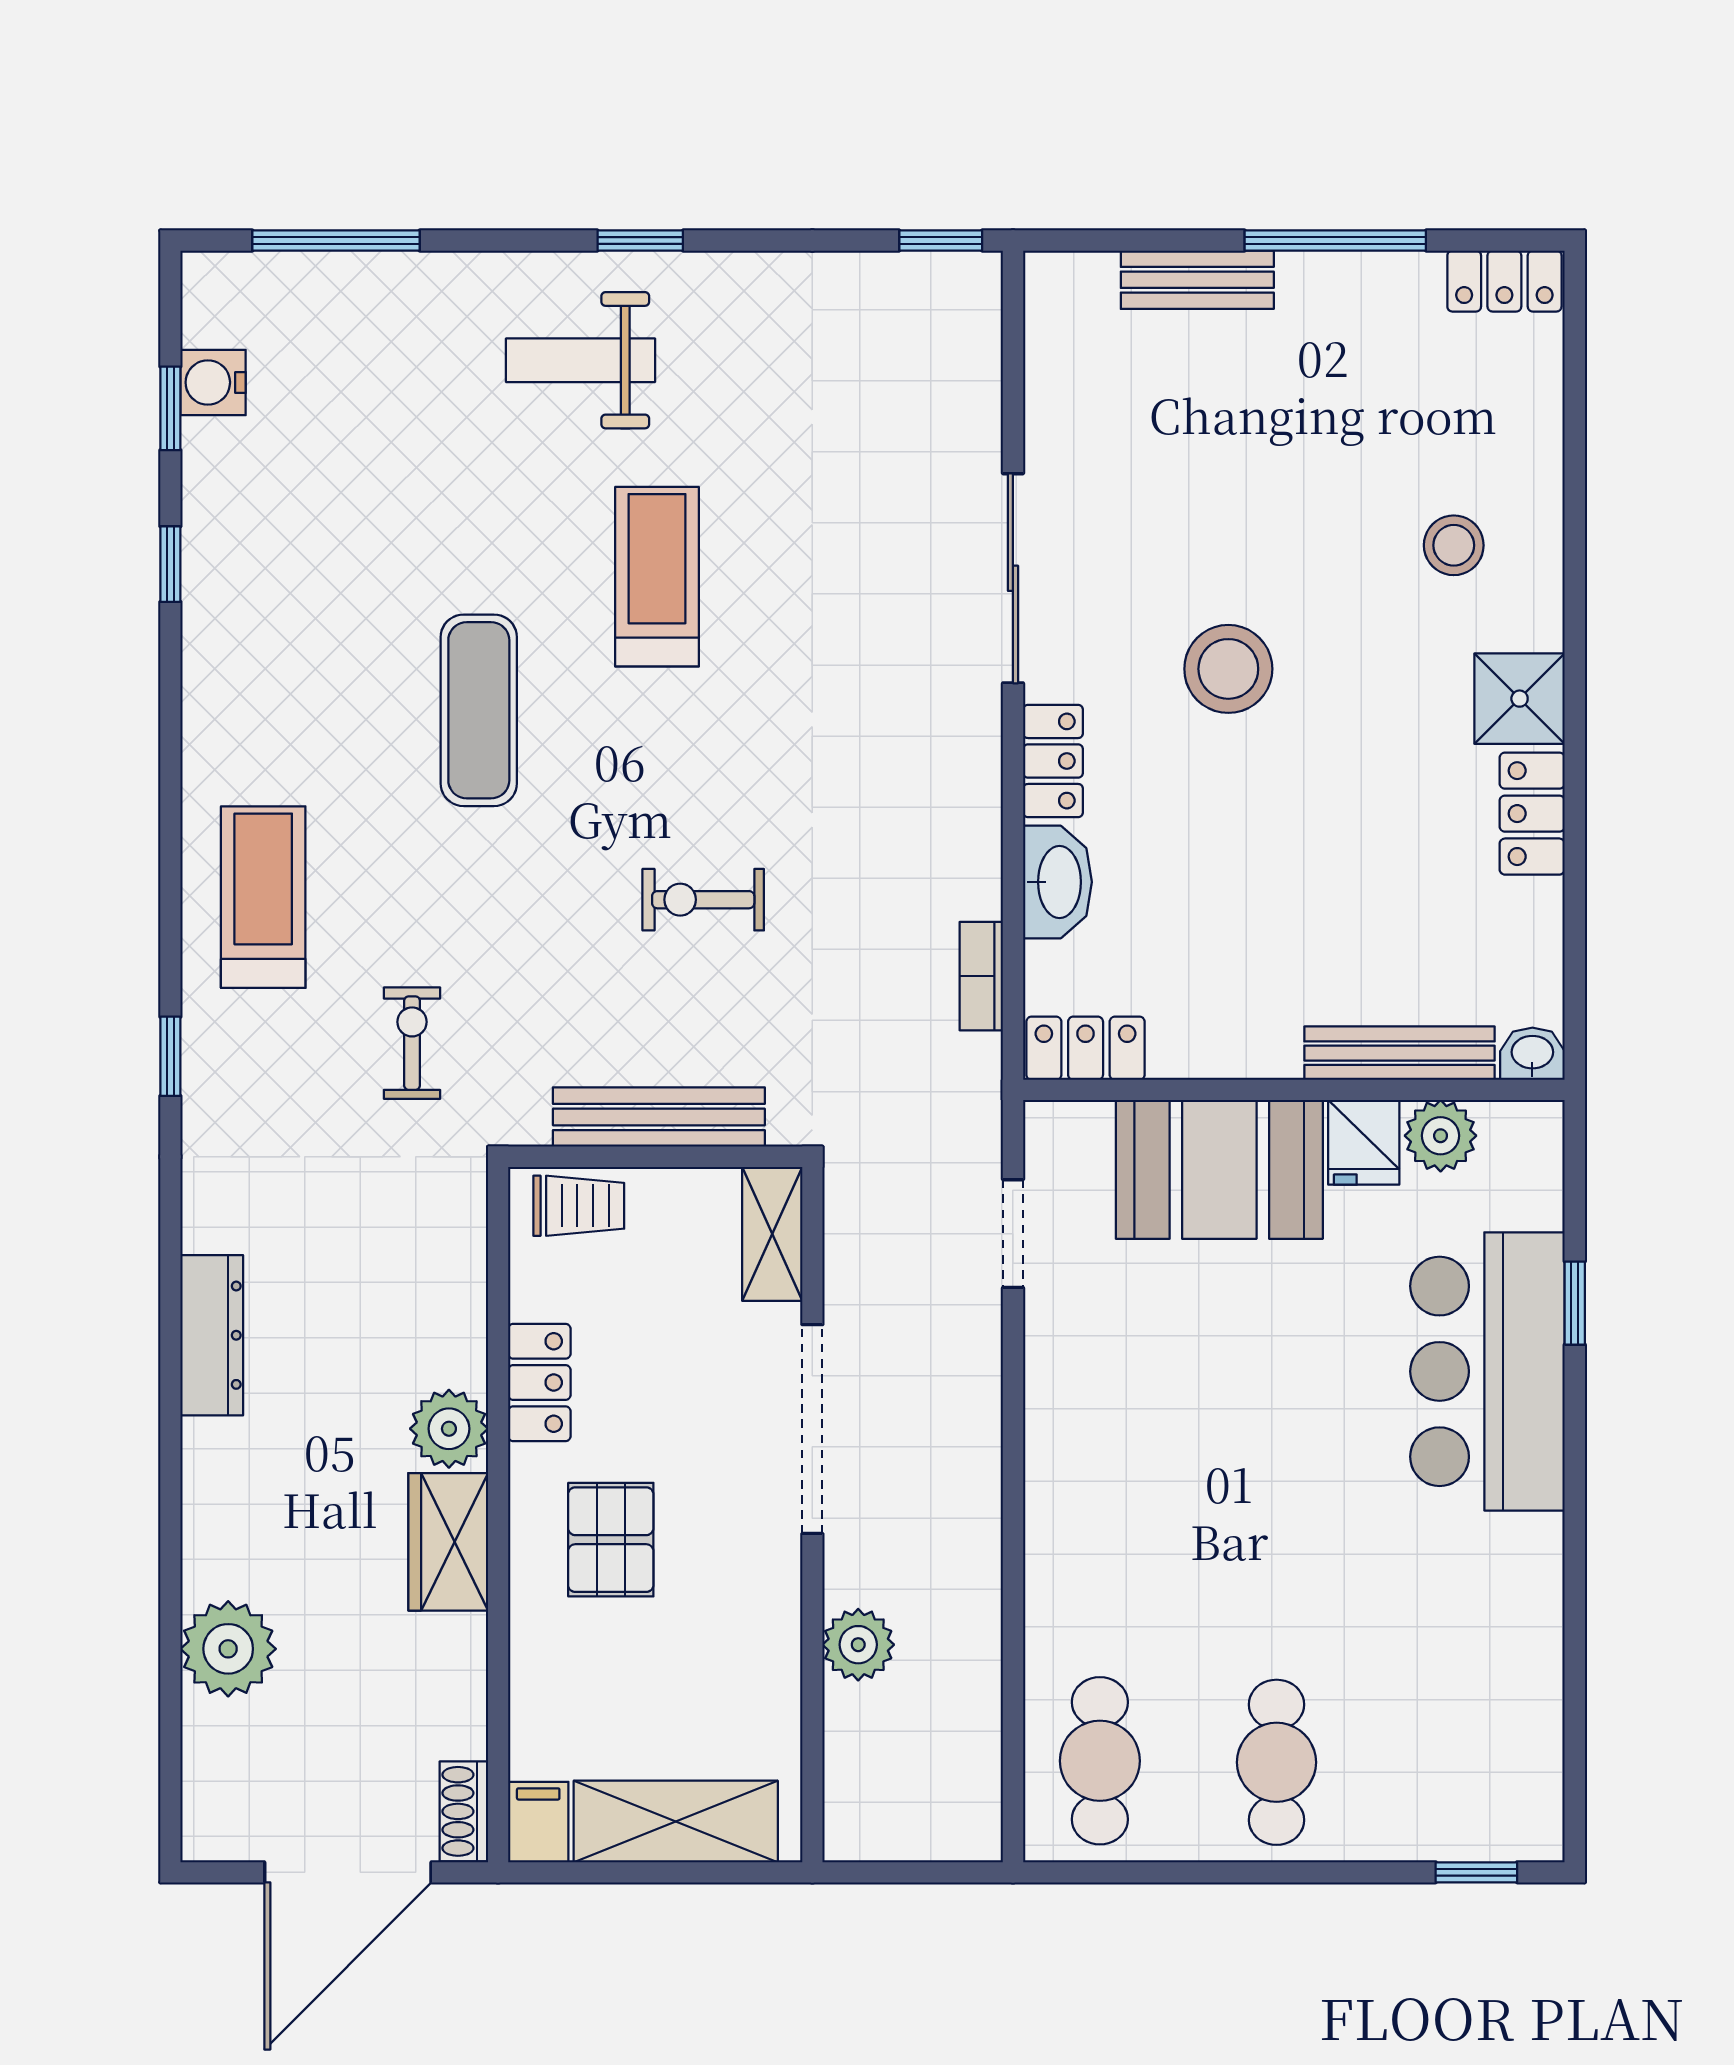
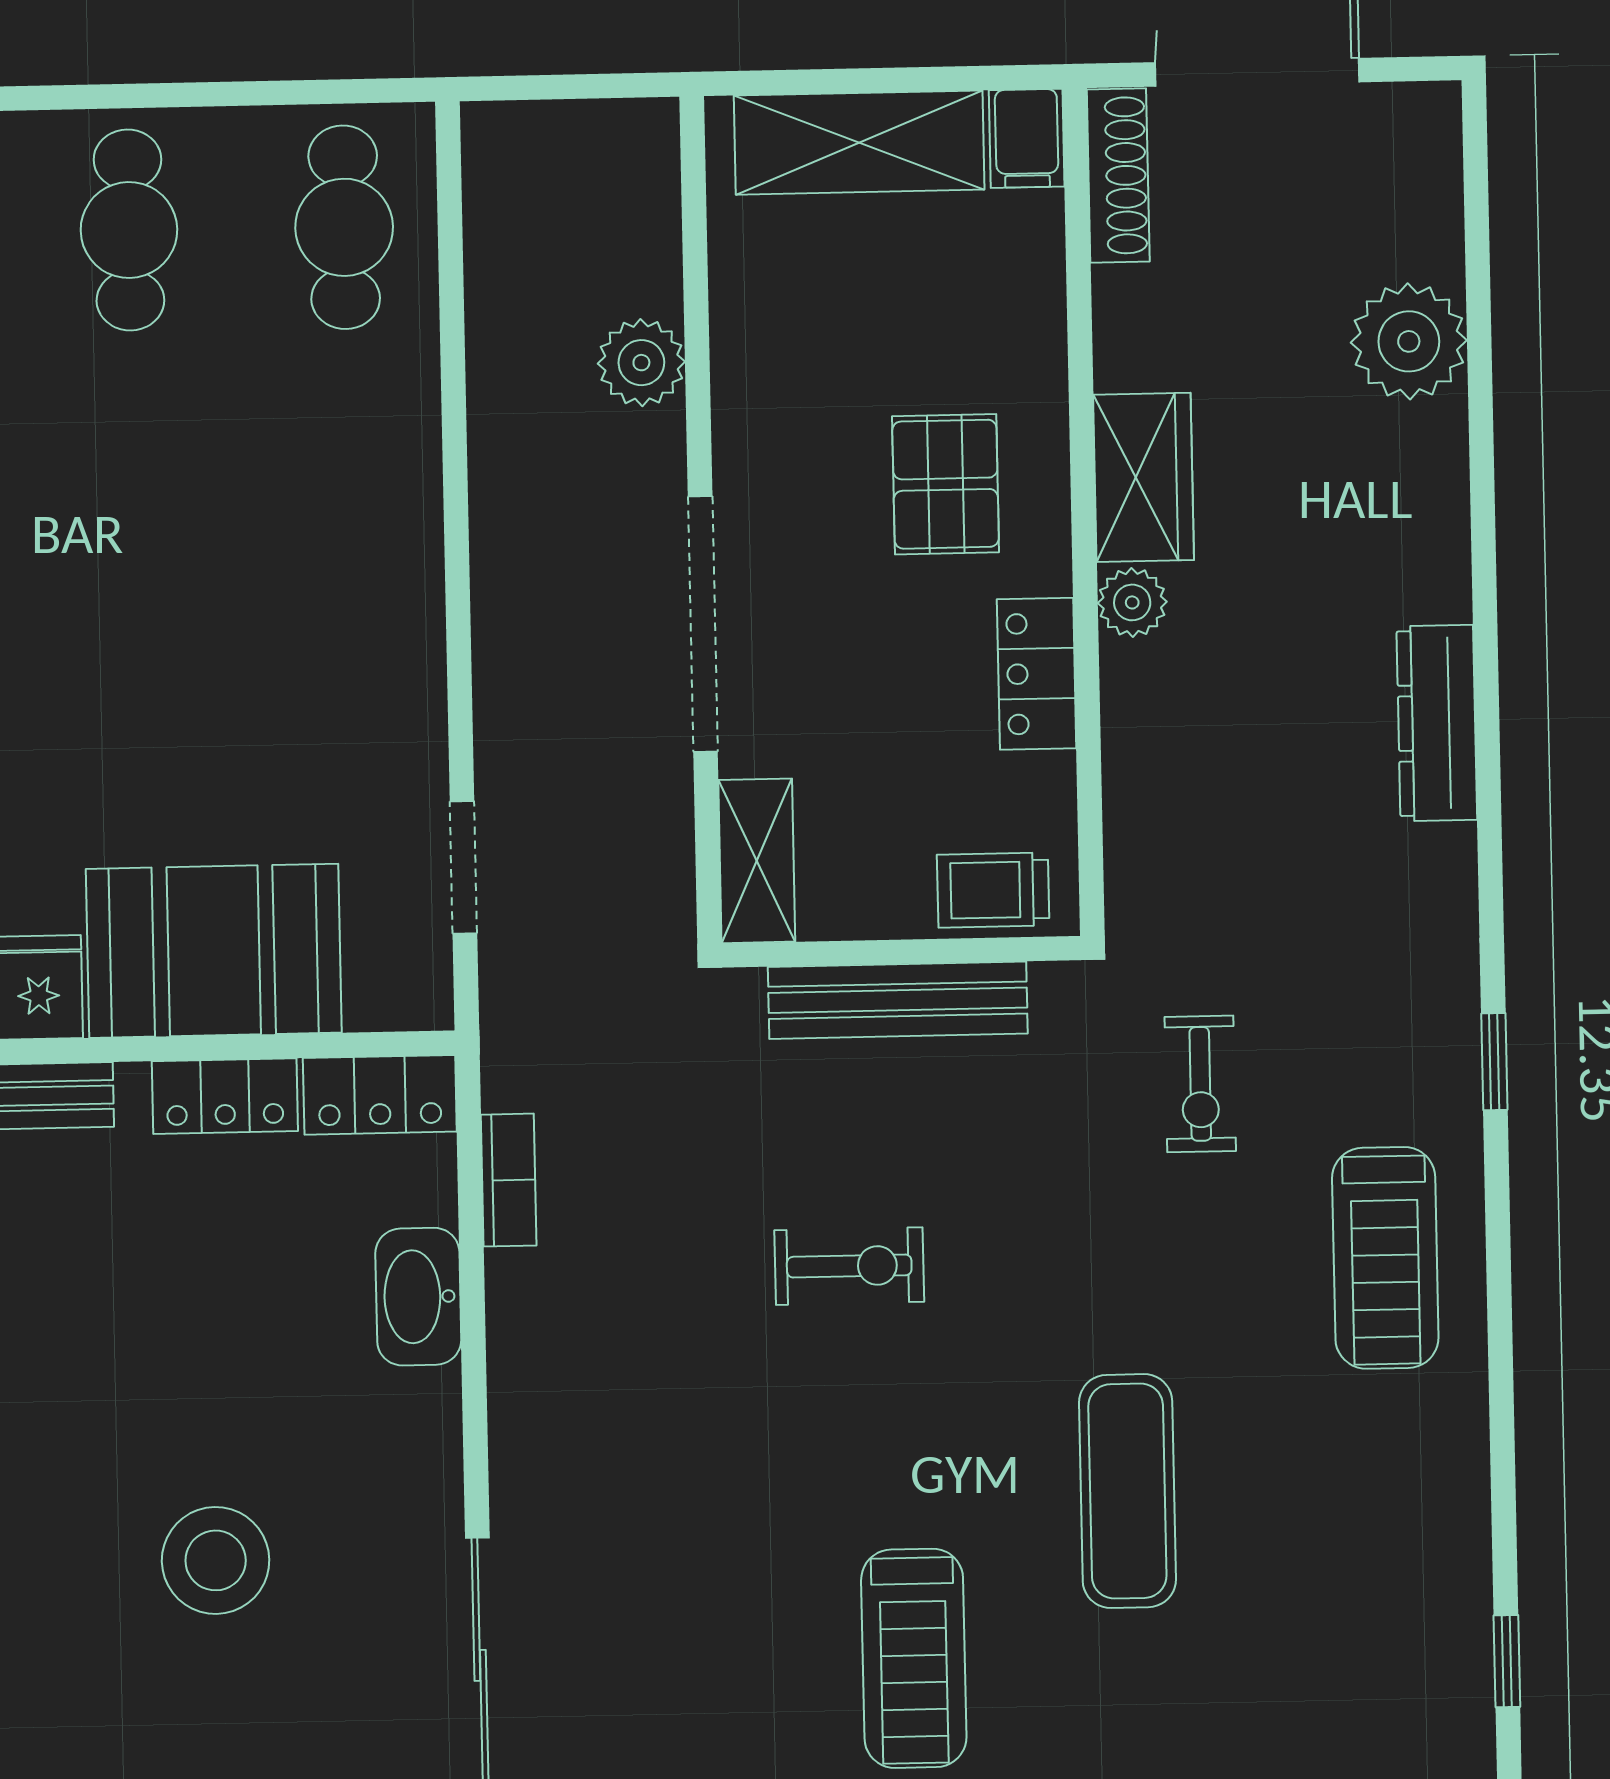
locker: (1053, 761) -> (225, 1096), moved, turned -90
plant: (449, 1429) -> (1132, 602), width x0.73, depth x0.73
shoe rack: (464, 1811) -> (1118, 176), width x1.43

